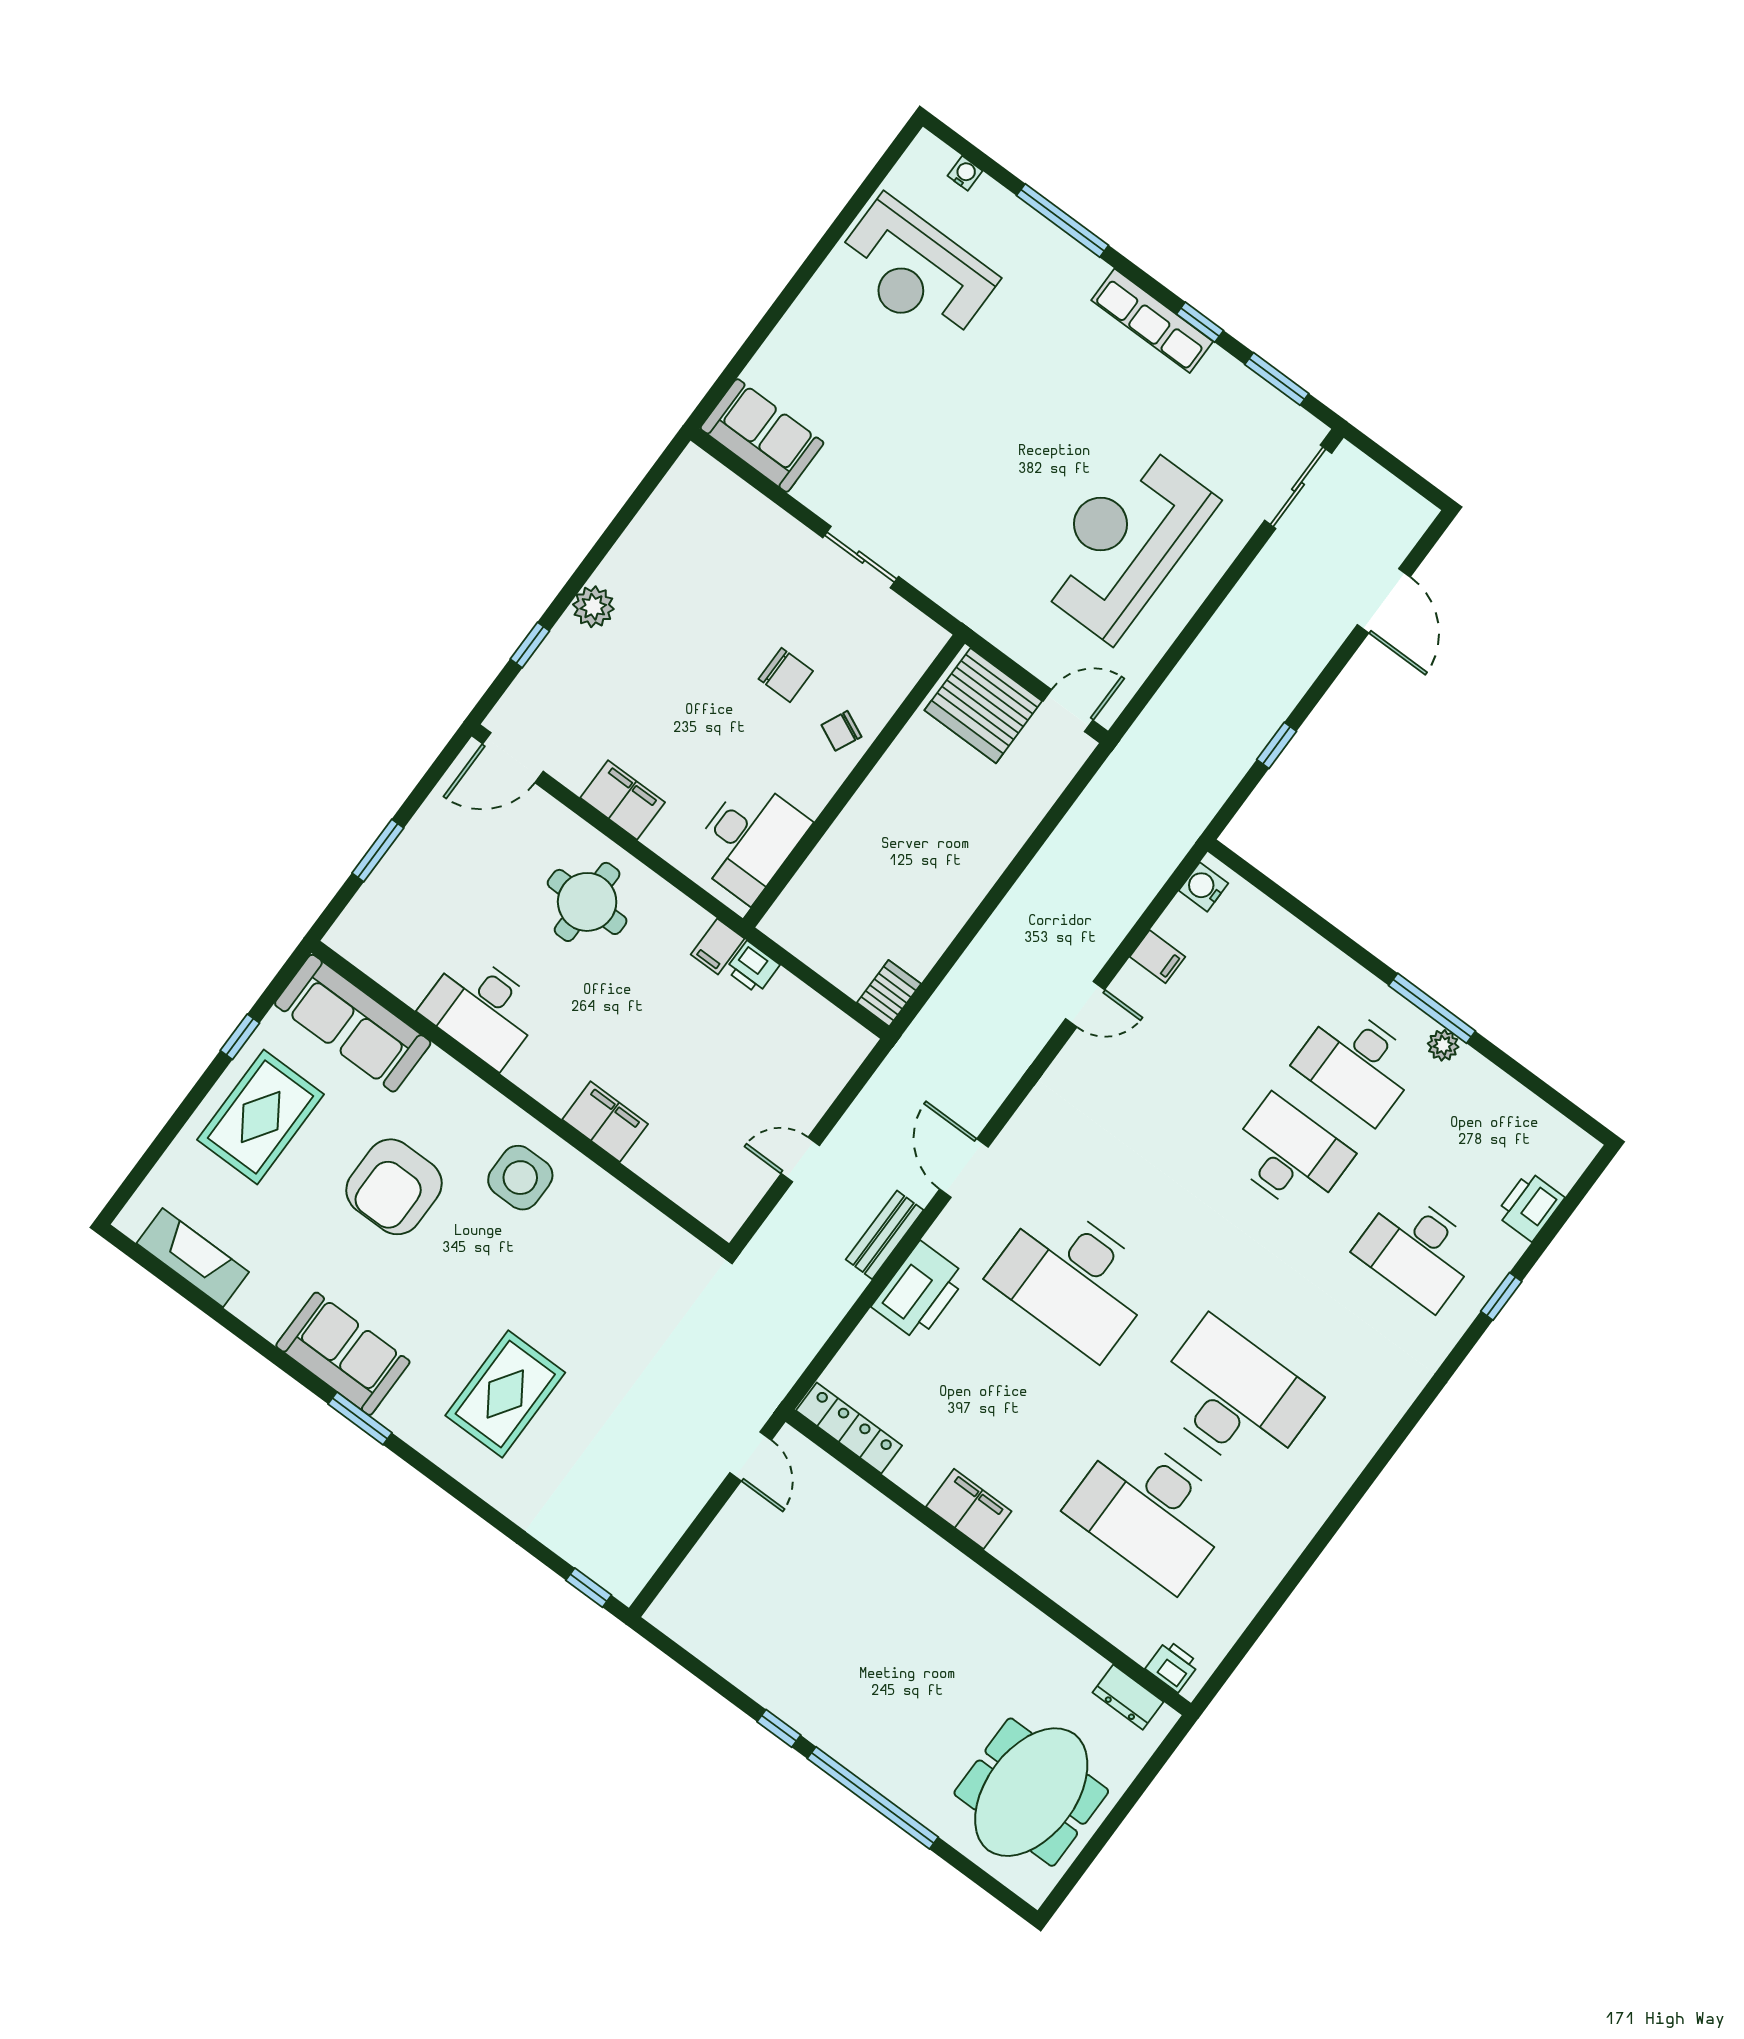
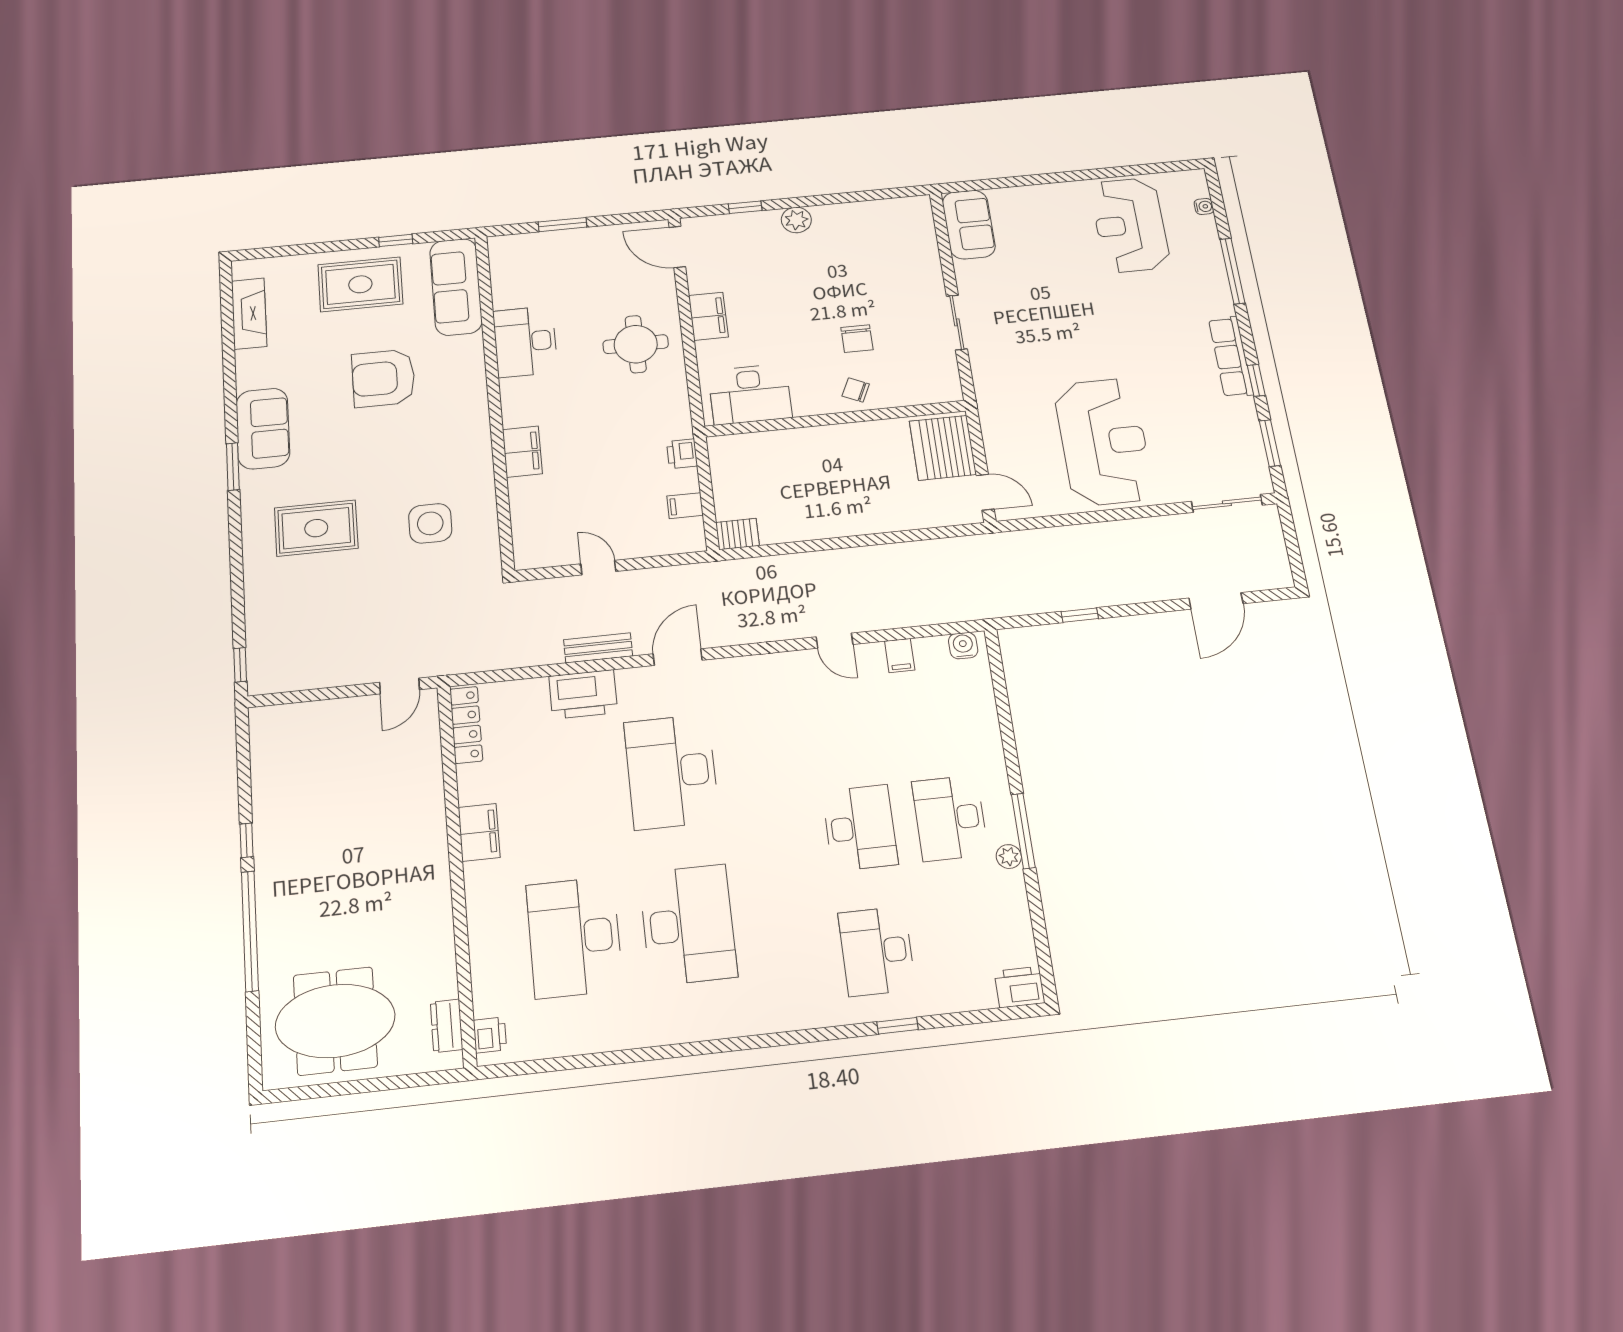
reception desk: (1124, 541) -> (1104, 442), turned 90
filing cabinet: (718, 946) -> (685, 506), moved
side table: (520, 1178) -> (430, 523), moved
printer: (1530, 1206) -> (1020, 987), moved

